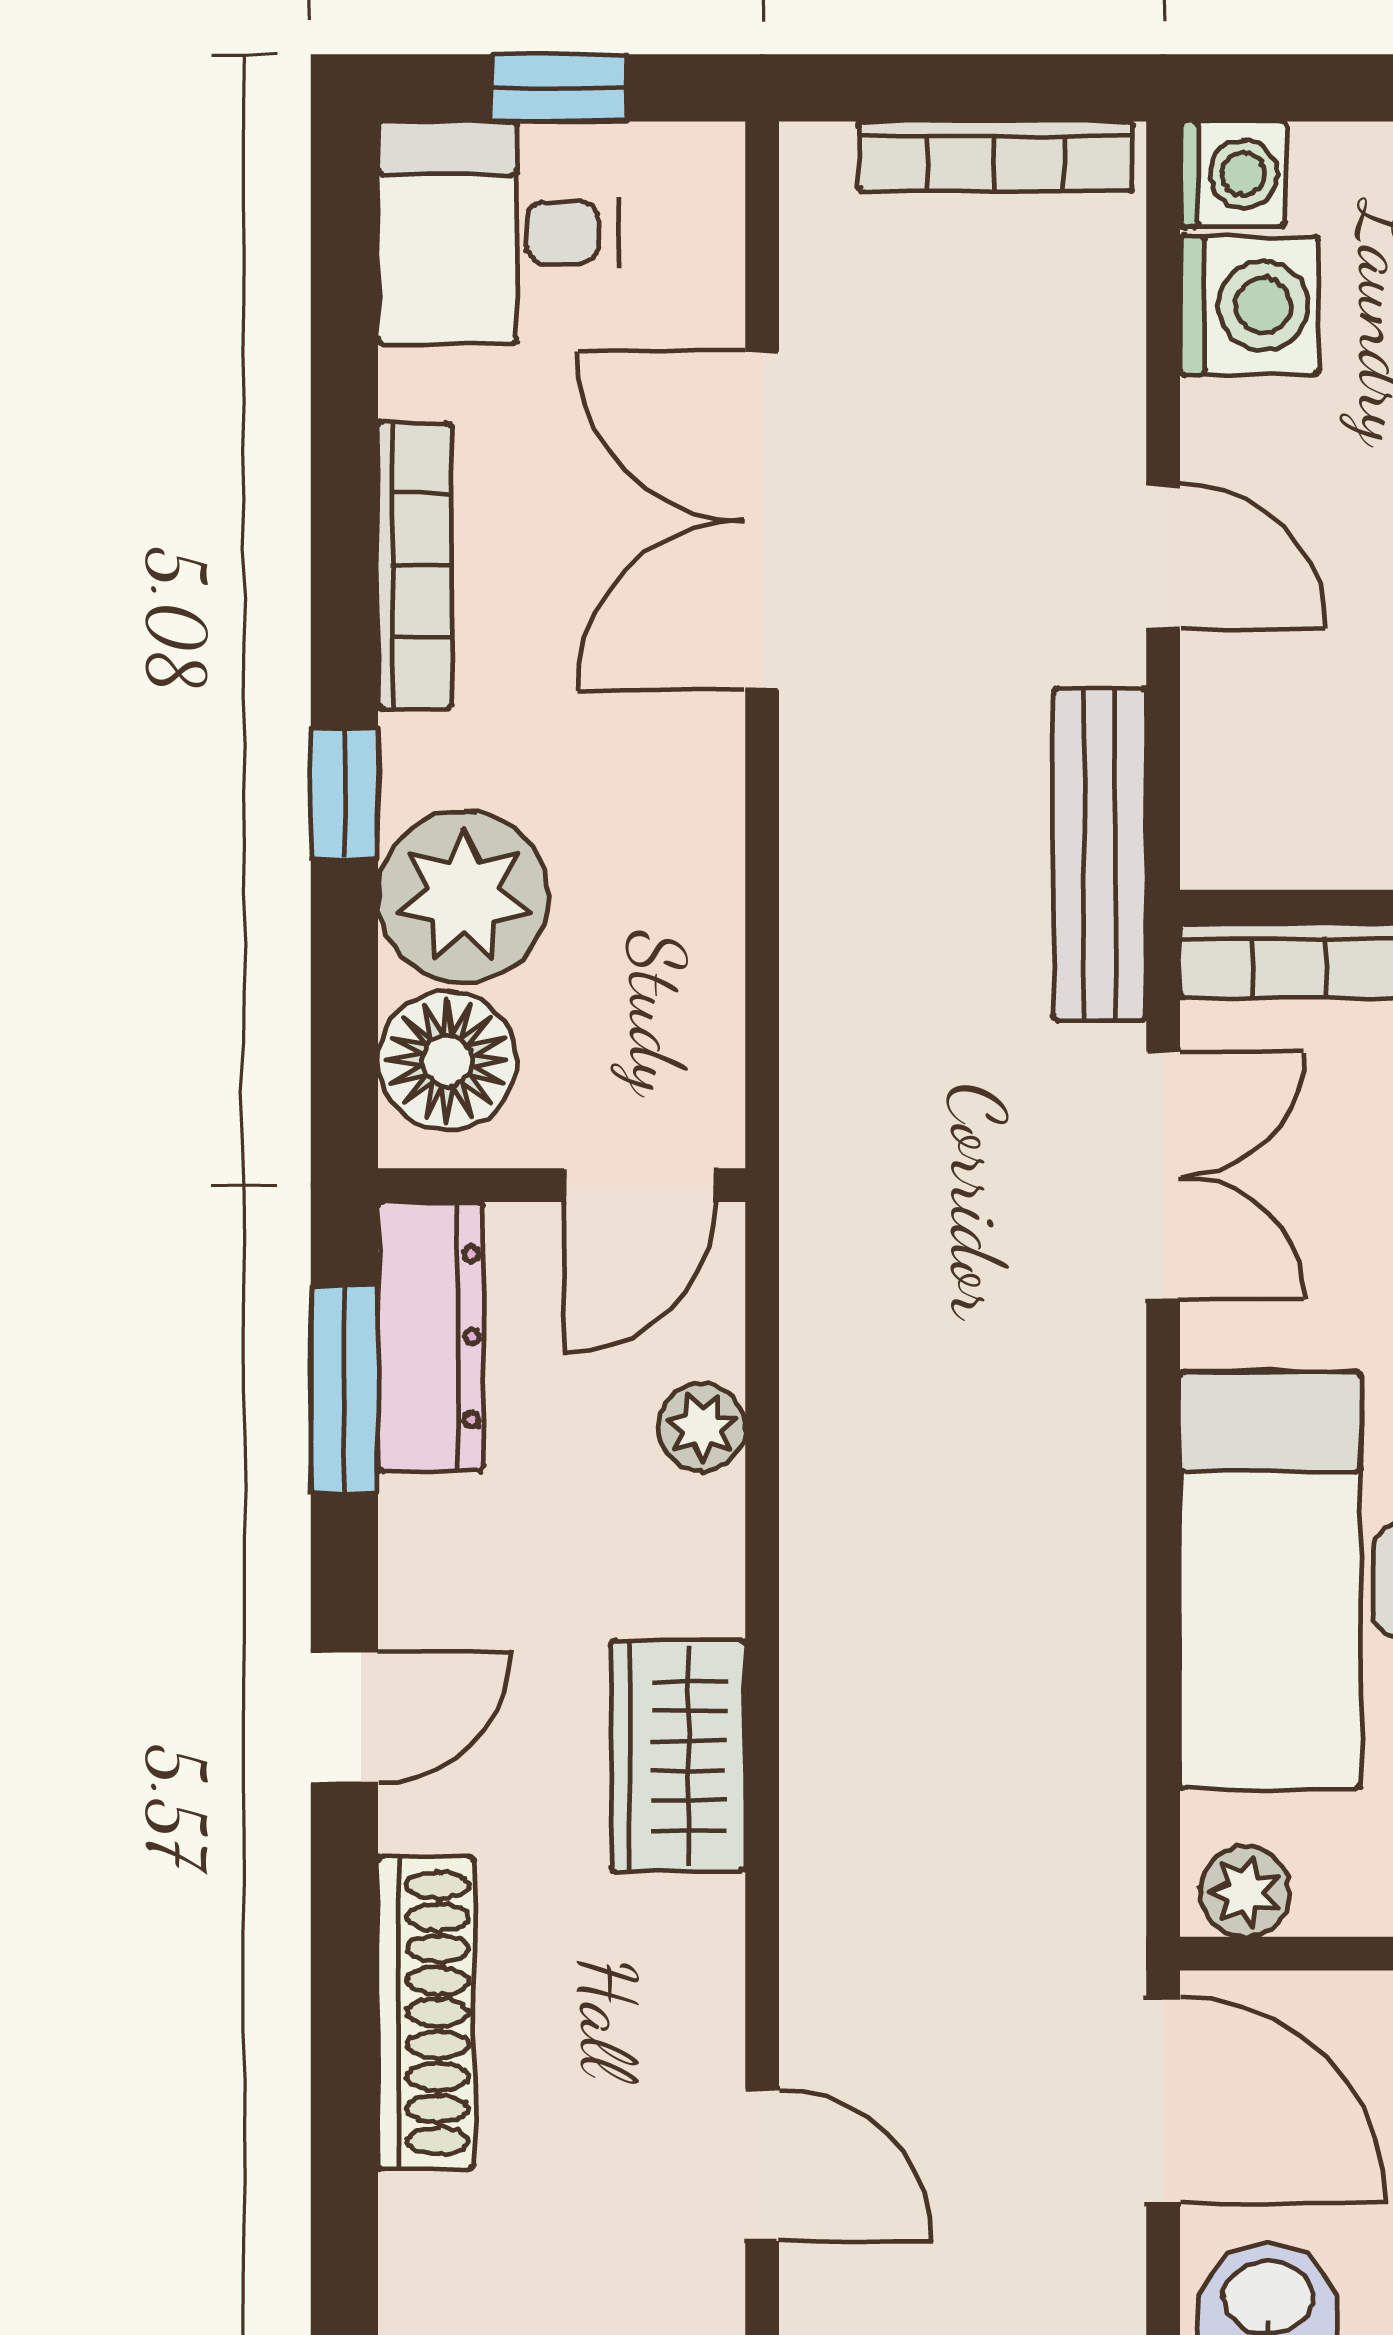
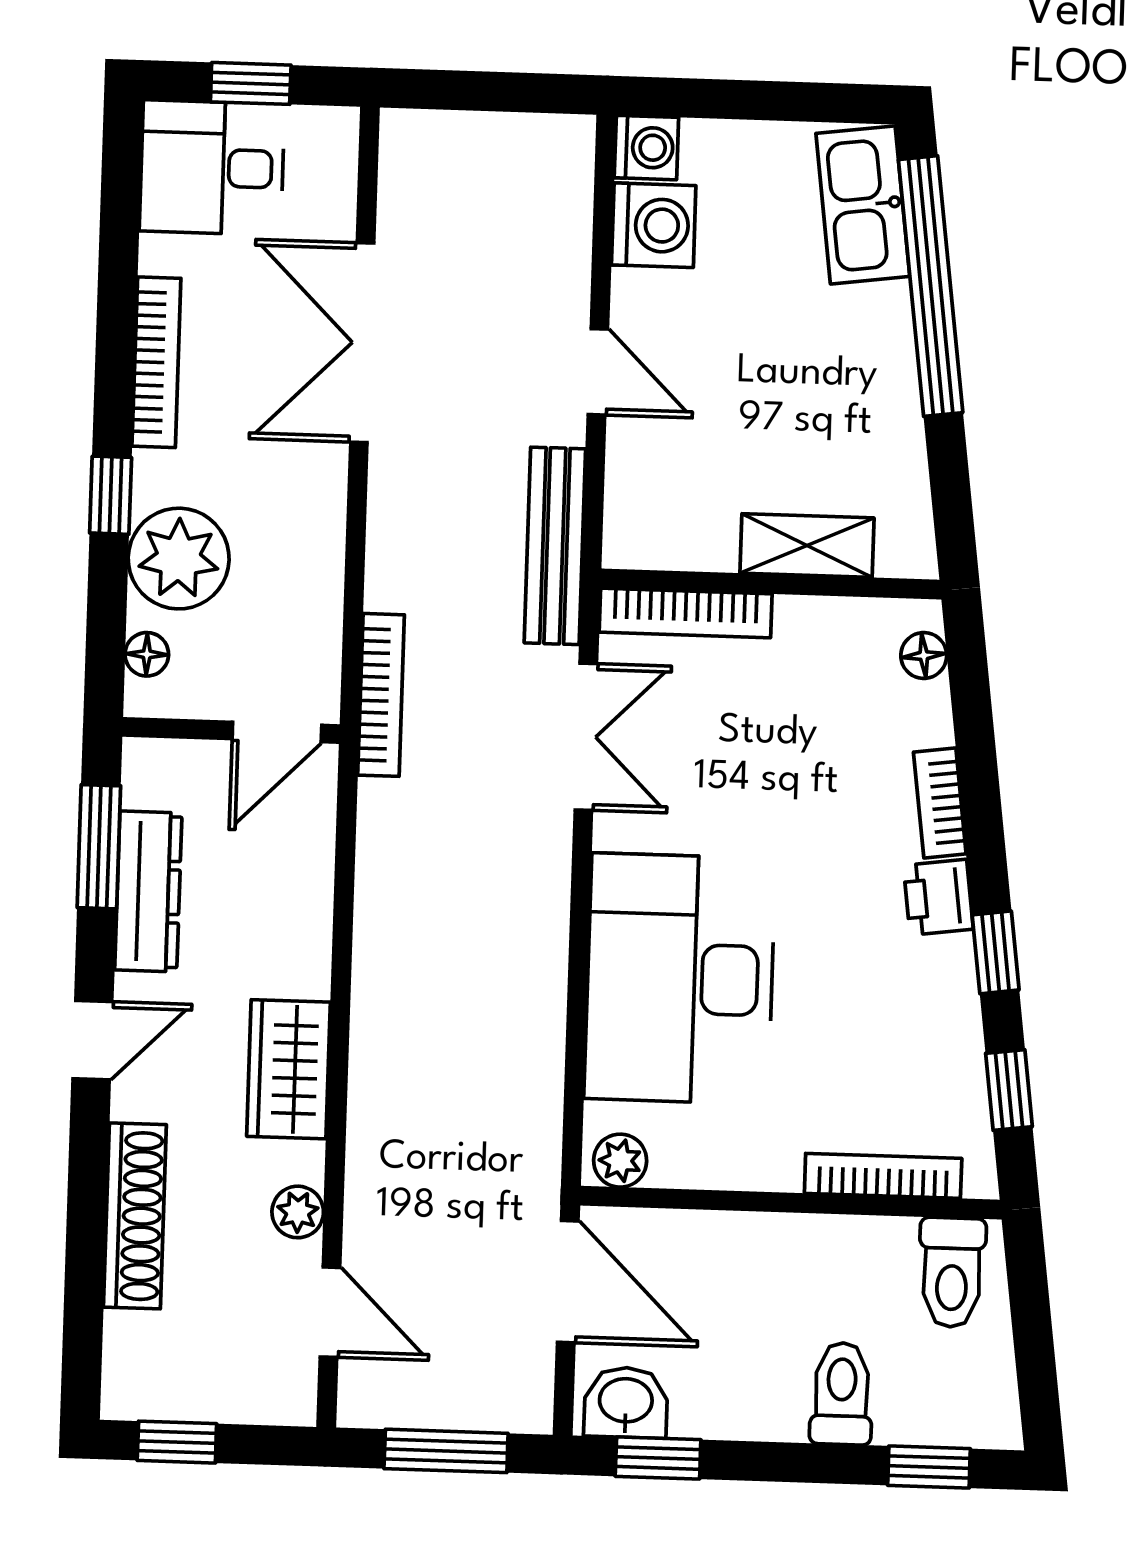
bookcase: (996, 156) -> (381, 695), moved, turned -90
floor lamp: (447, 1061) -> (147, 654), width x0.53, depth x0.53
dresser: (431, 1337) -> (148, 891), moved
plant: (702, 1427) -> (298, 1212), moved

